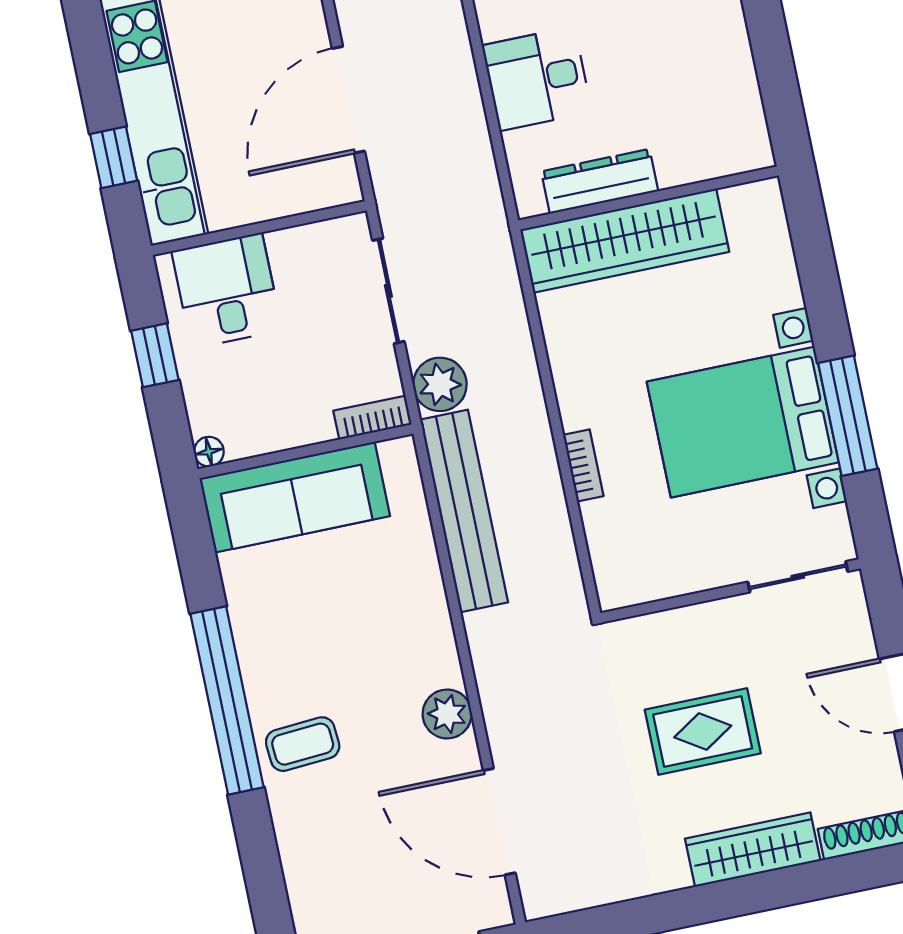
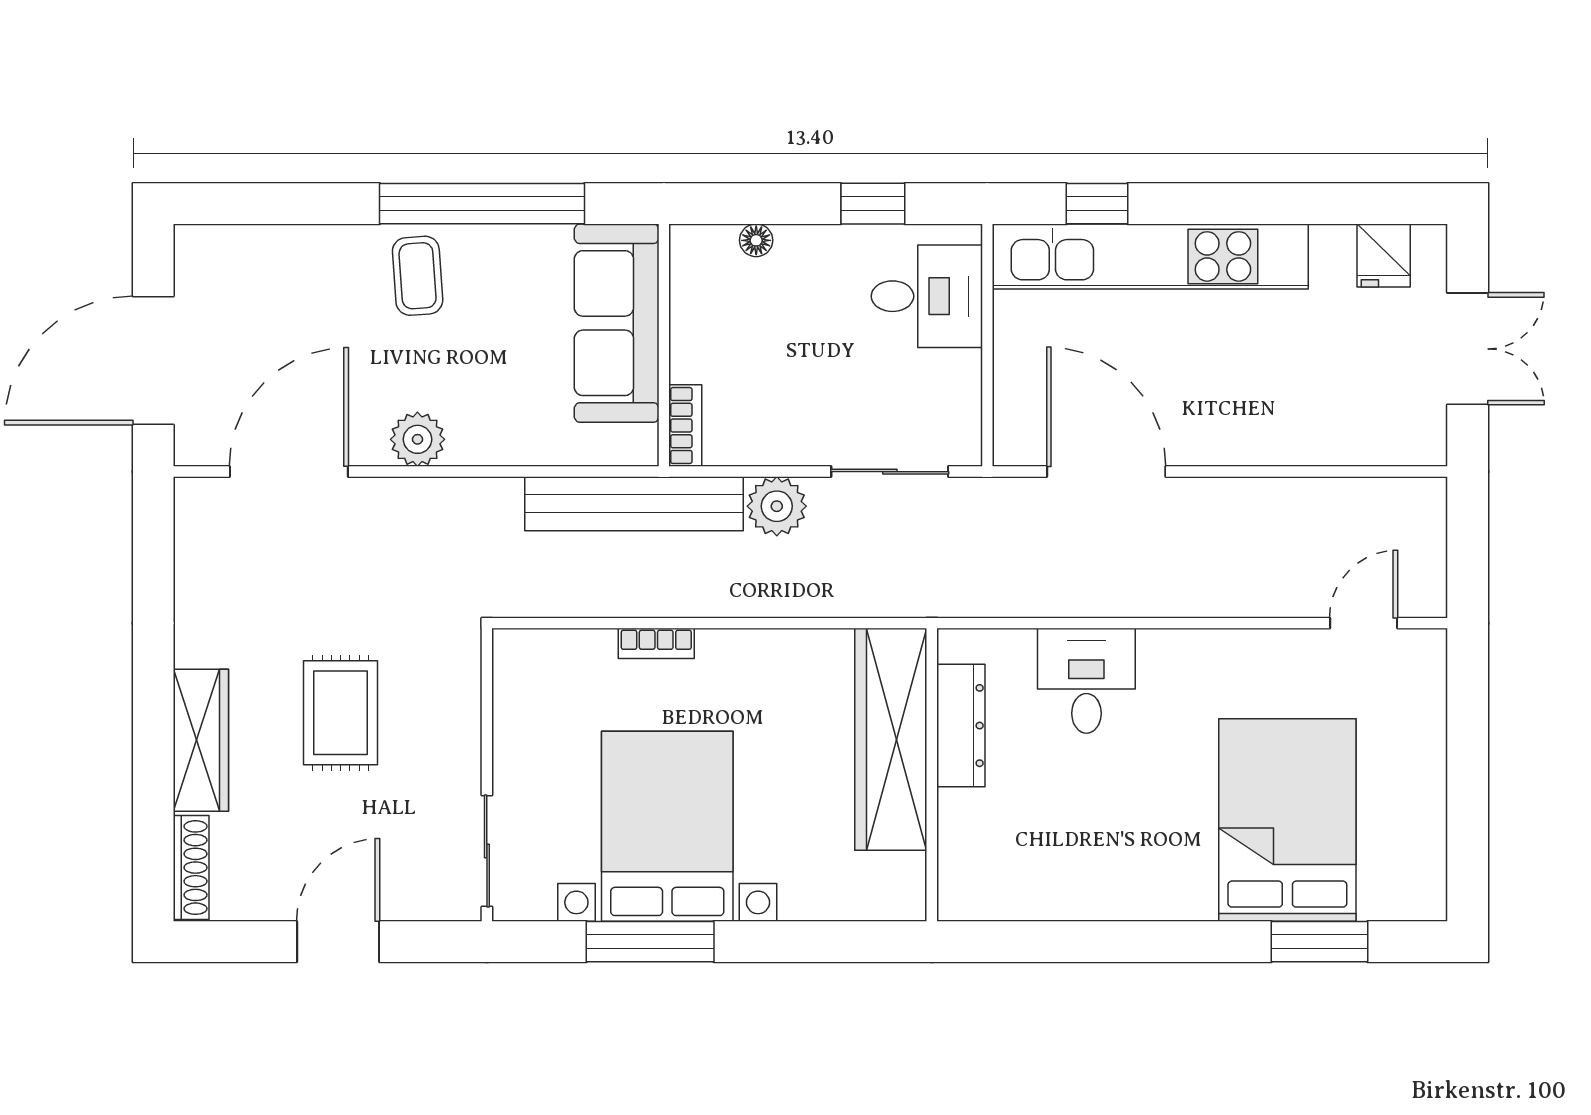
bookcase: (372, 418) -> (685, 426), moved
wall: (305, 451) -> (664, 345), moved
sofa: (295, 497) -> (617, 323), moved

